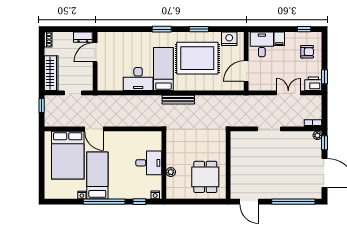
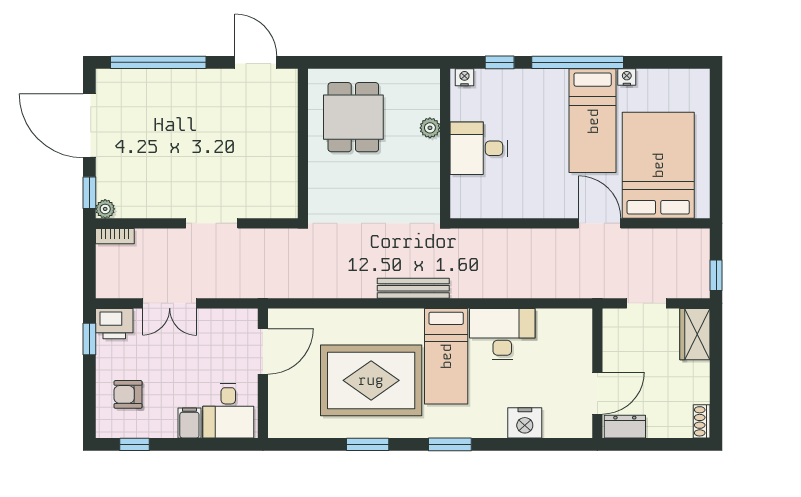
nightstand: (229, 39) -> (525, 423), moved
wardrobe: (51, 73) -> (695, 334), width x0.67

